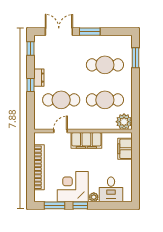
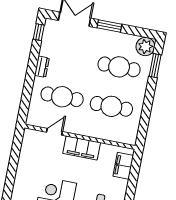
window: (31, 85) -> (31, 73), removed
plant: (124, 122) -> (145, 47), moved
bookcase: (39, 167) -> (22, 168), removed

